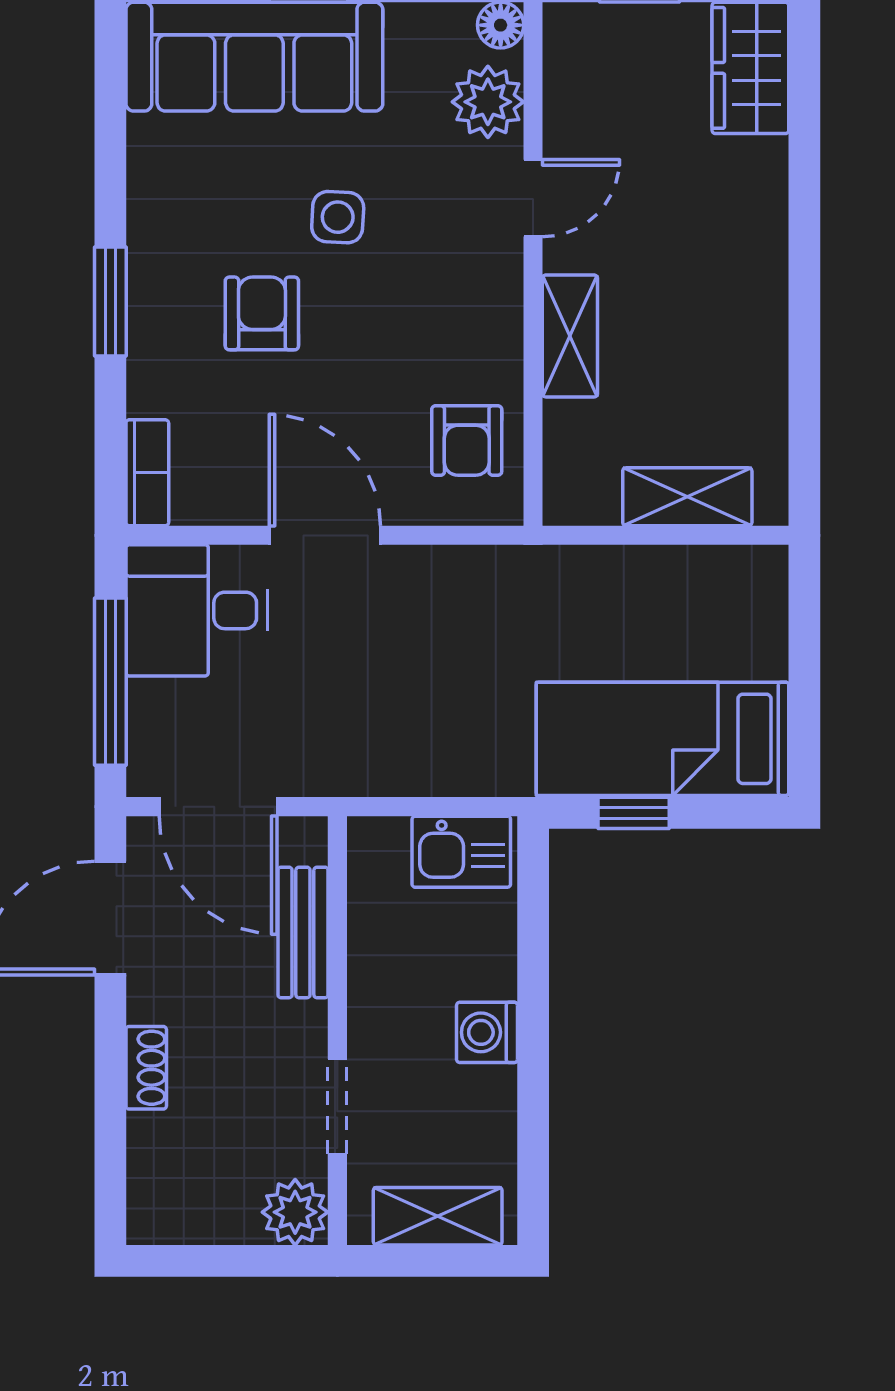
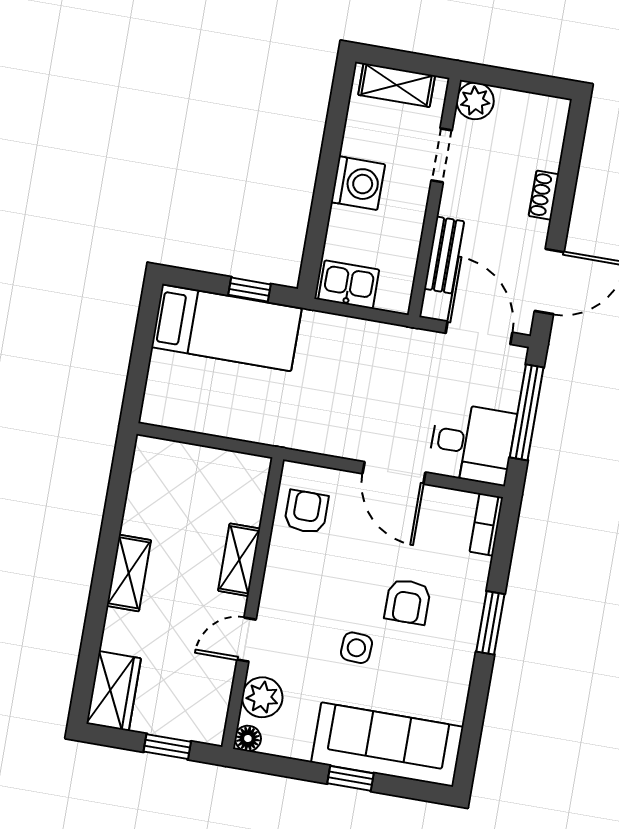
shelving: (687, 497) -> (129, 573), moved, turned 90
washing machine: (487, 1032) -> (358, 183), width x1.38, depth x1.38

